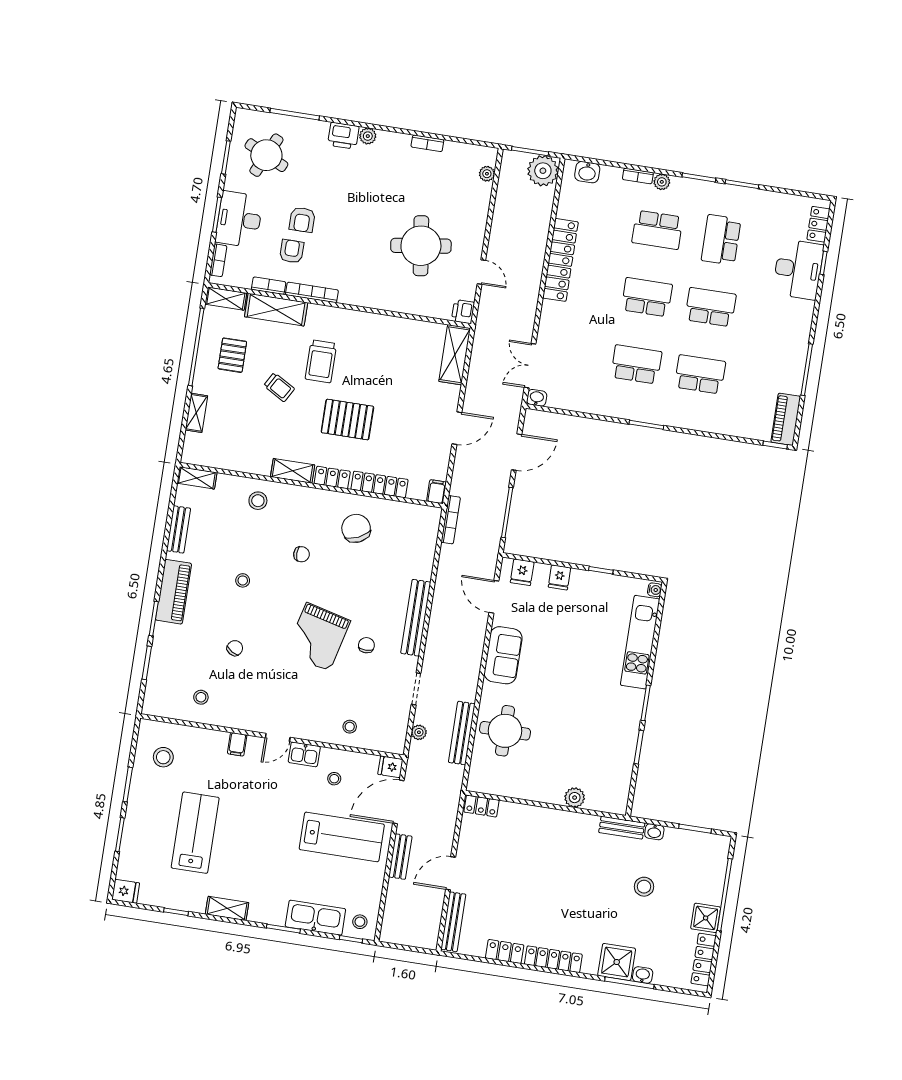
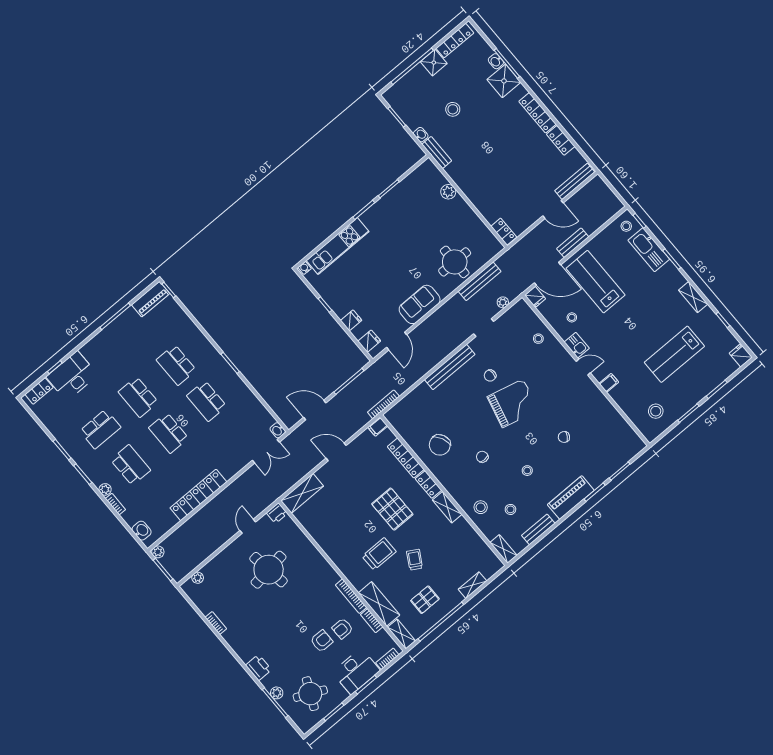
plant: (368, 136) -> (277, 693), moved
plant: (543, 171) -> (158, 552), width x0.53, depth x0.53
stool: (201, 697) -> (510, 509), moved

